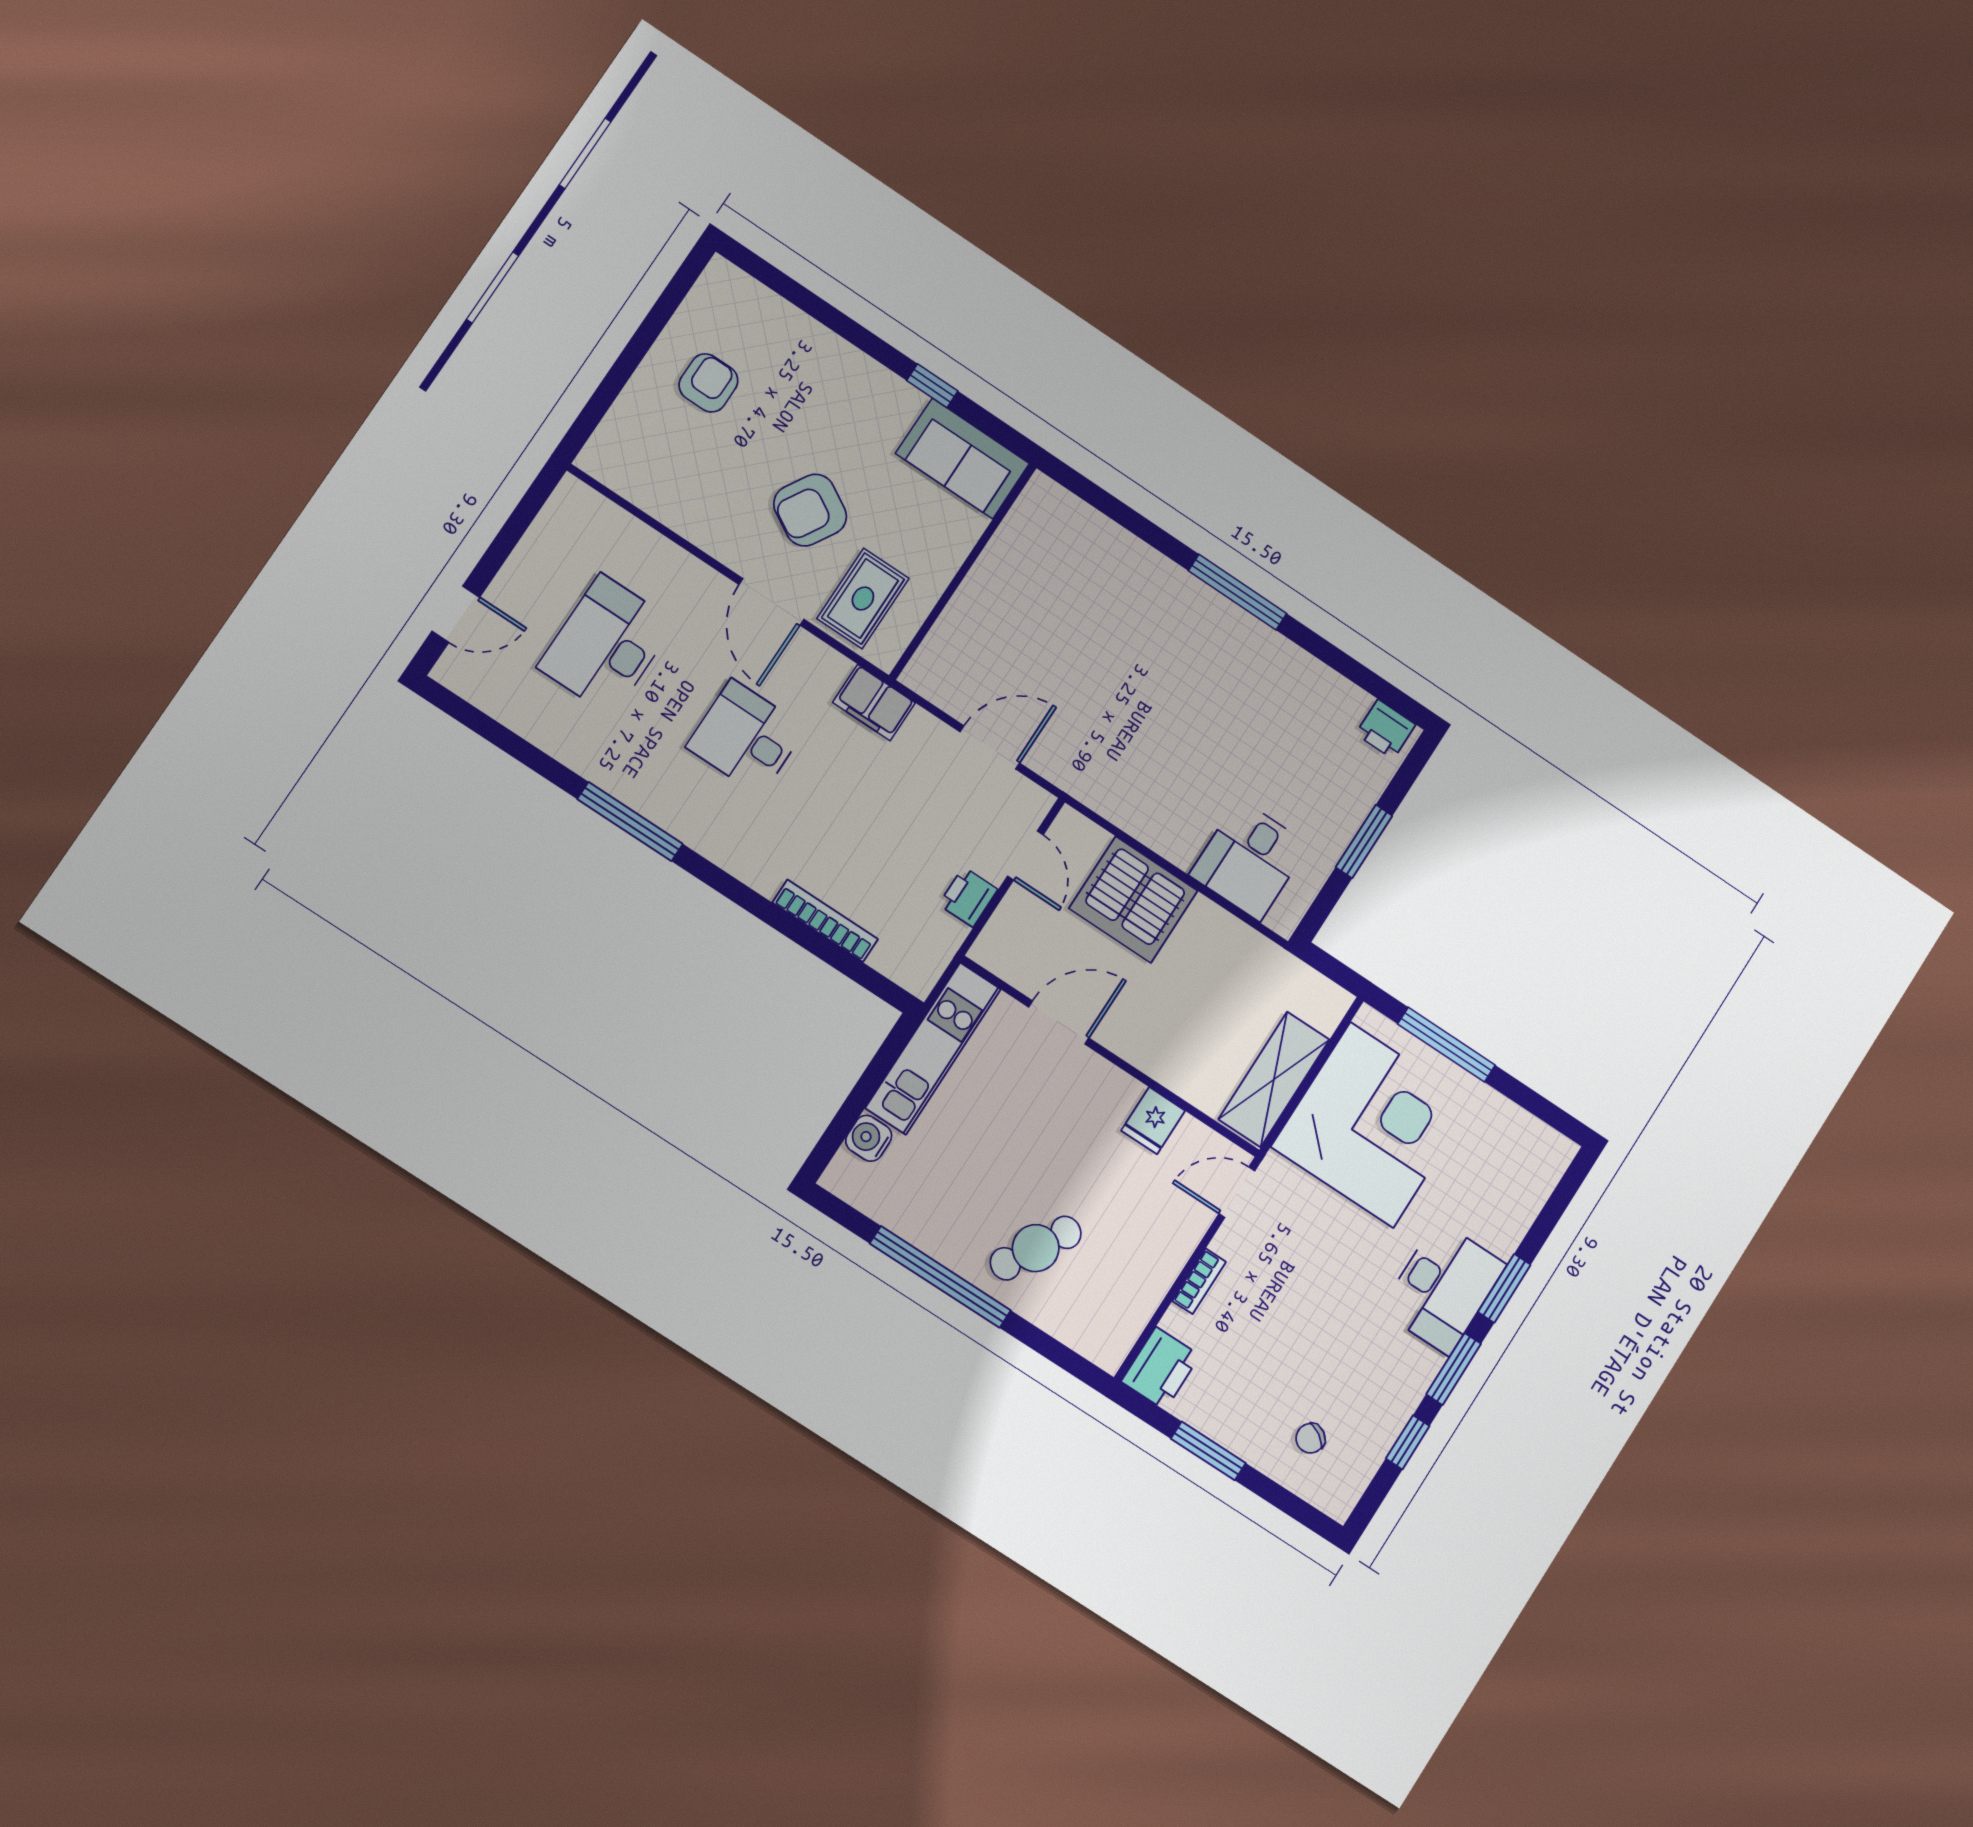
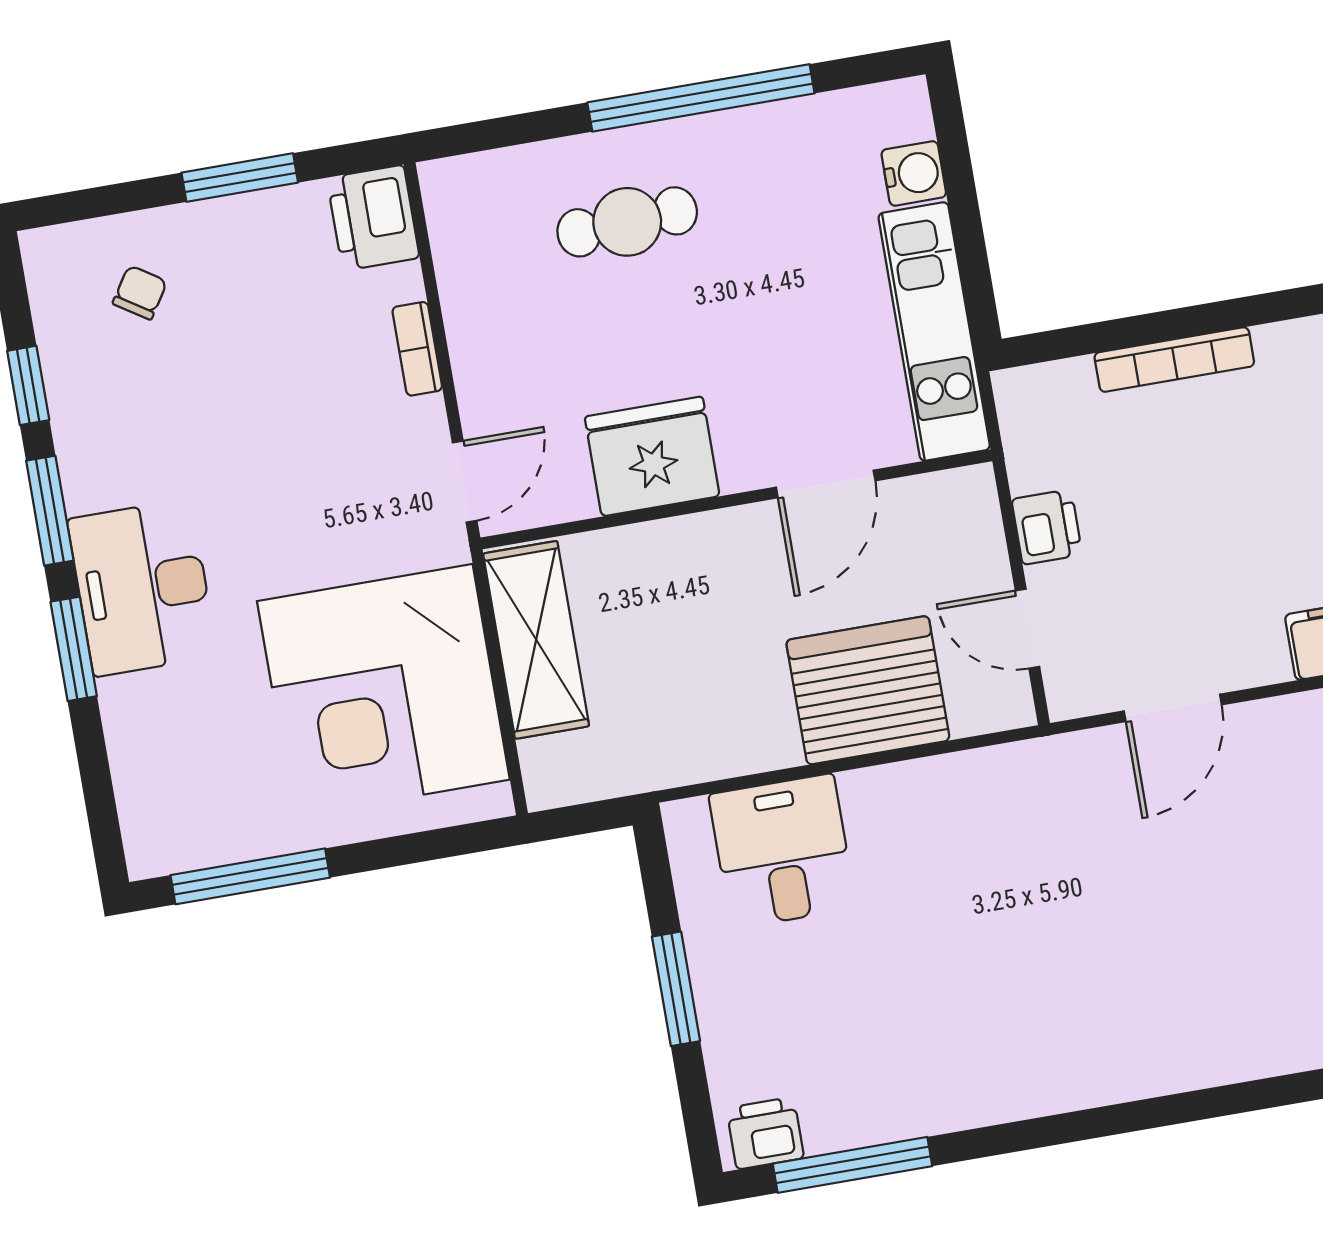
window: (1238, 592) -> (852, 1165), moved
window: (1446, 1045) -> (250, 876), moved
fridge: (1153, 1121) -> (652, 456), width x1.88, depth x1.34
cafe table: (1036, 1248) -> (627, 222), turned 57

